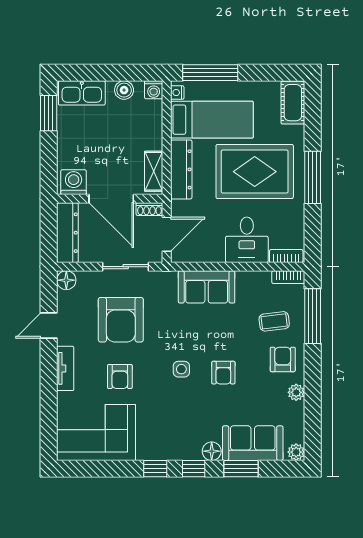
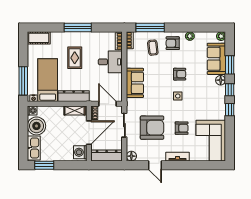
boiler: (124, 90) -> (36, 126), width x1.86, depth x1.86
rug: (255, 172) -> (75, 58), width x0.54, depth x0.49

